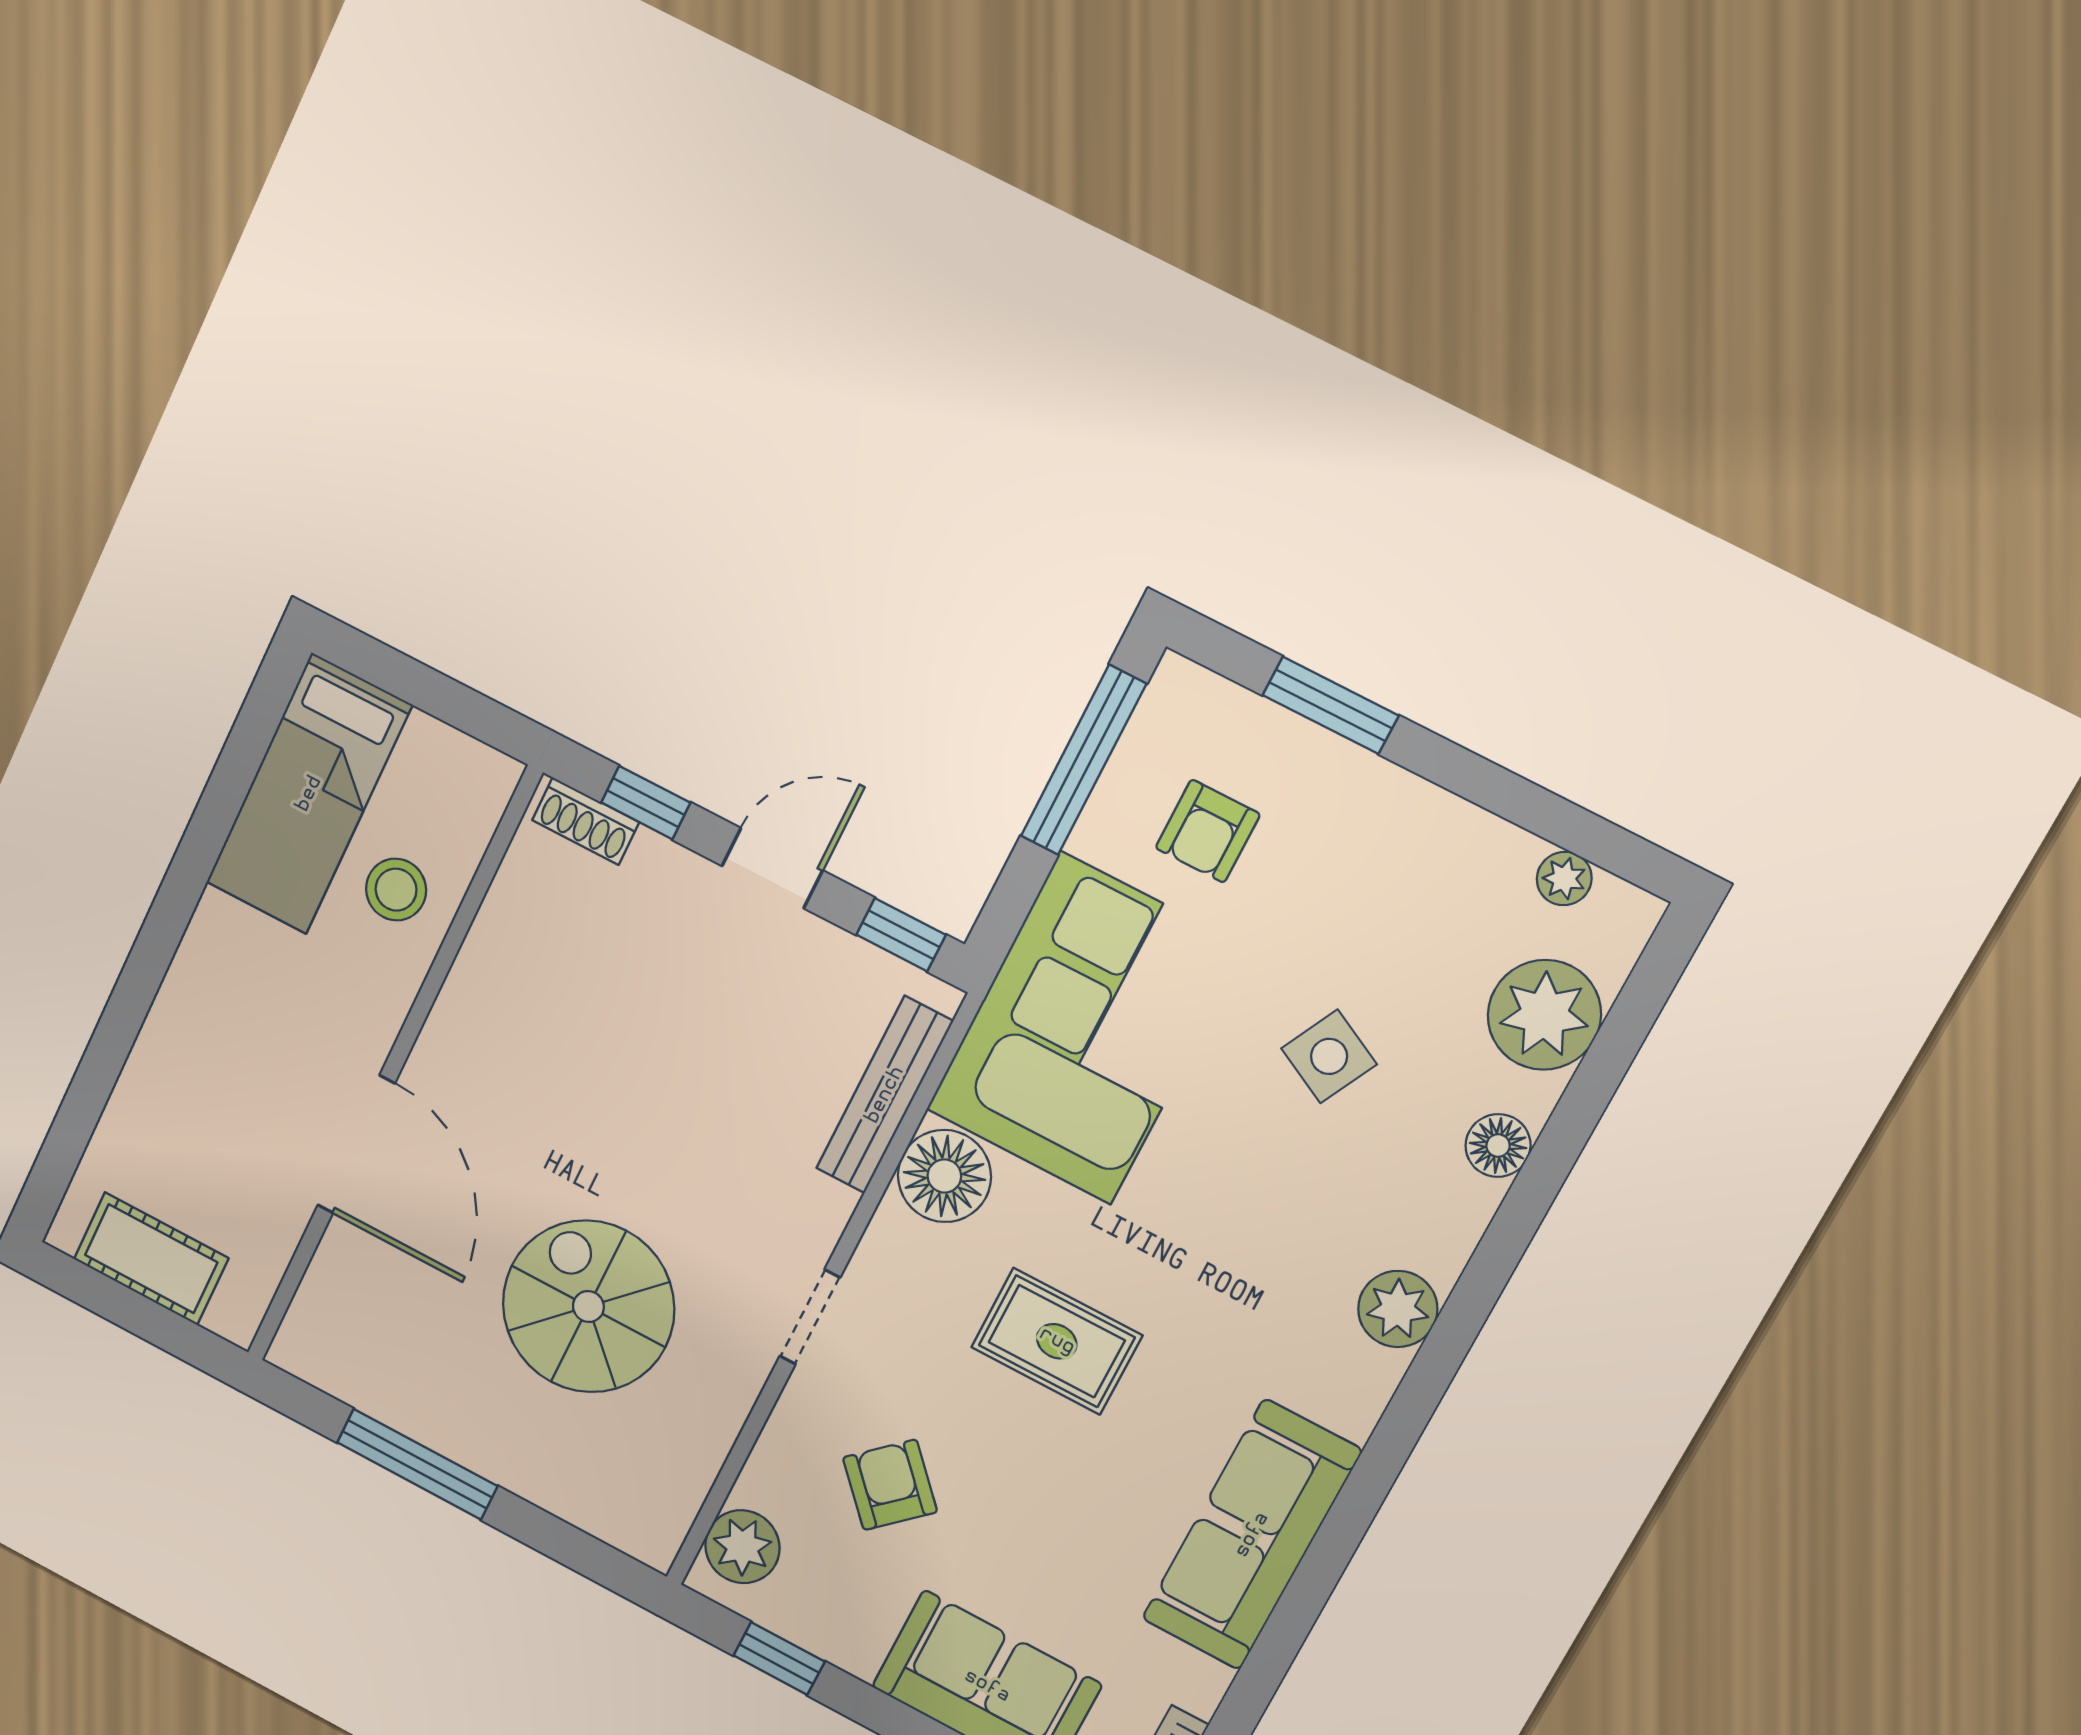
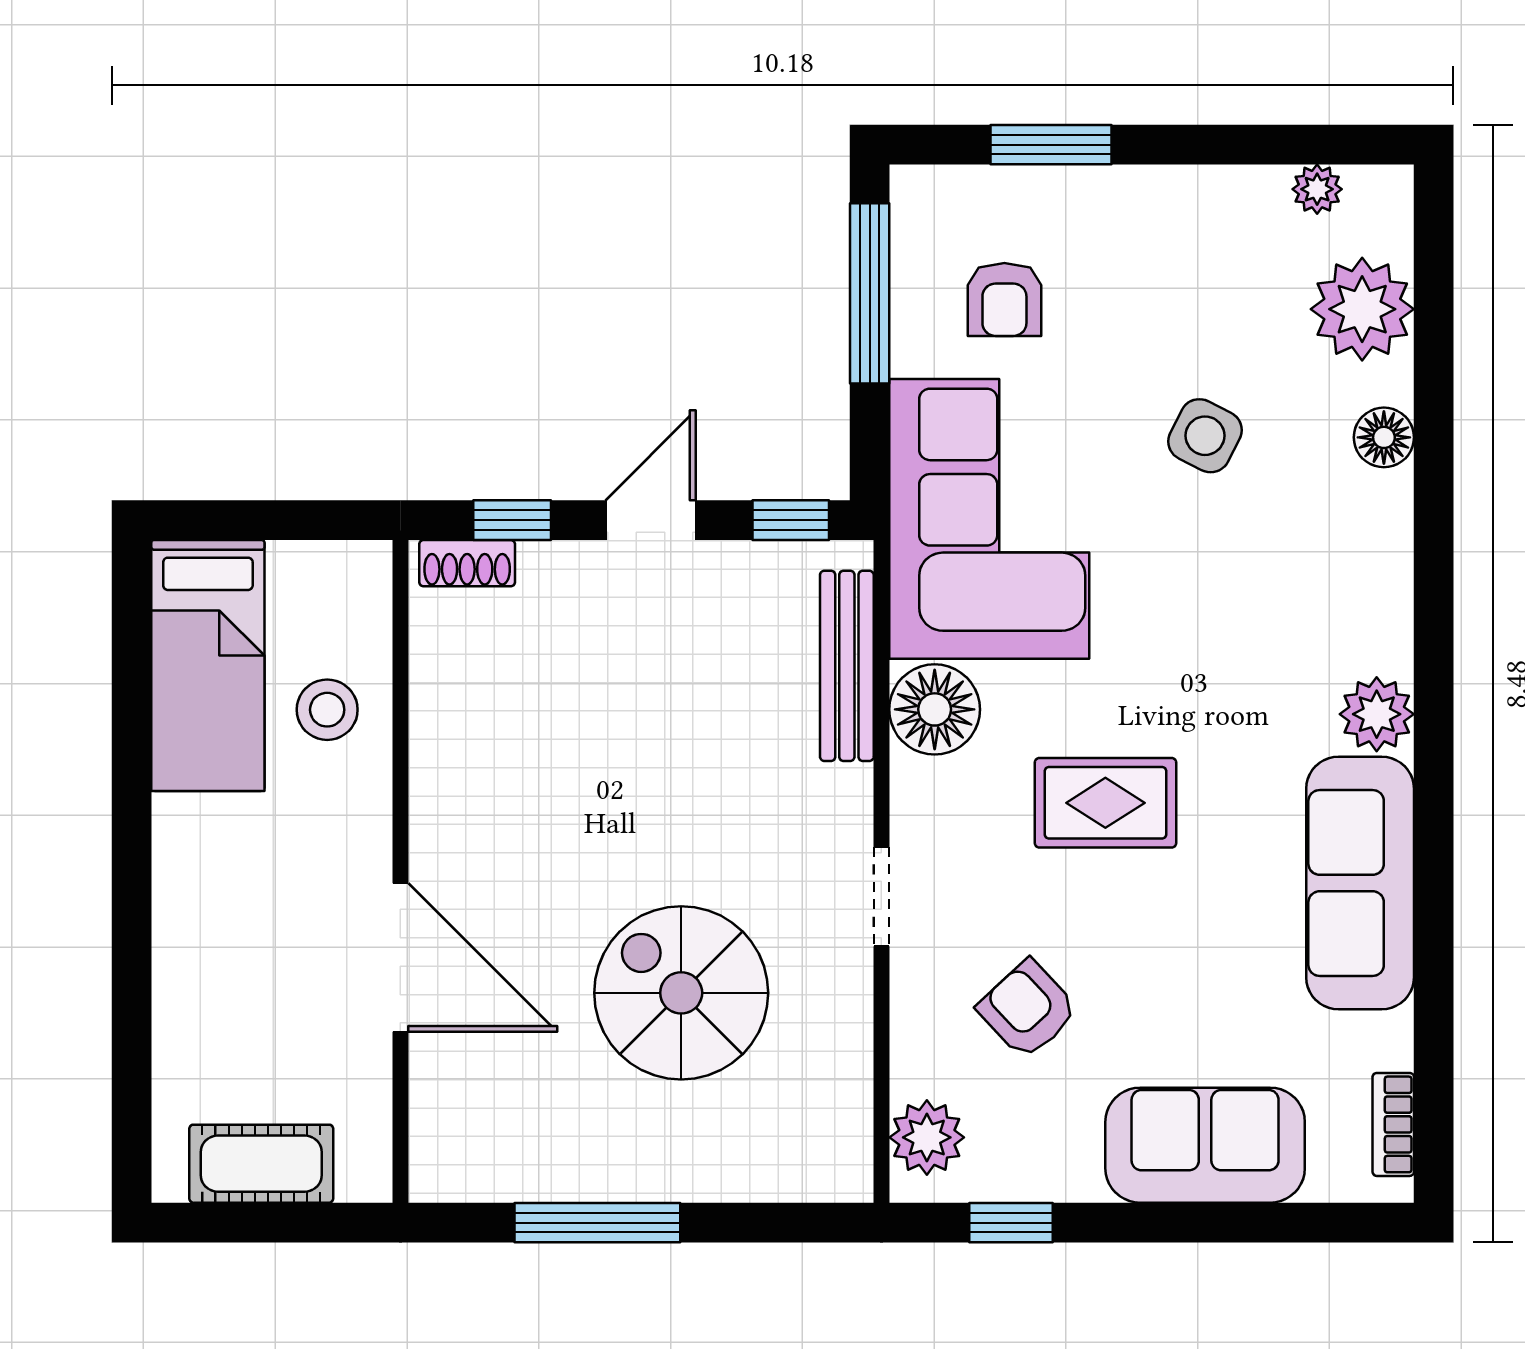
plant: (1398, 1309) -> (1377, 714), moved

